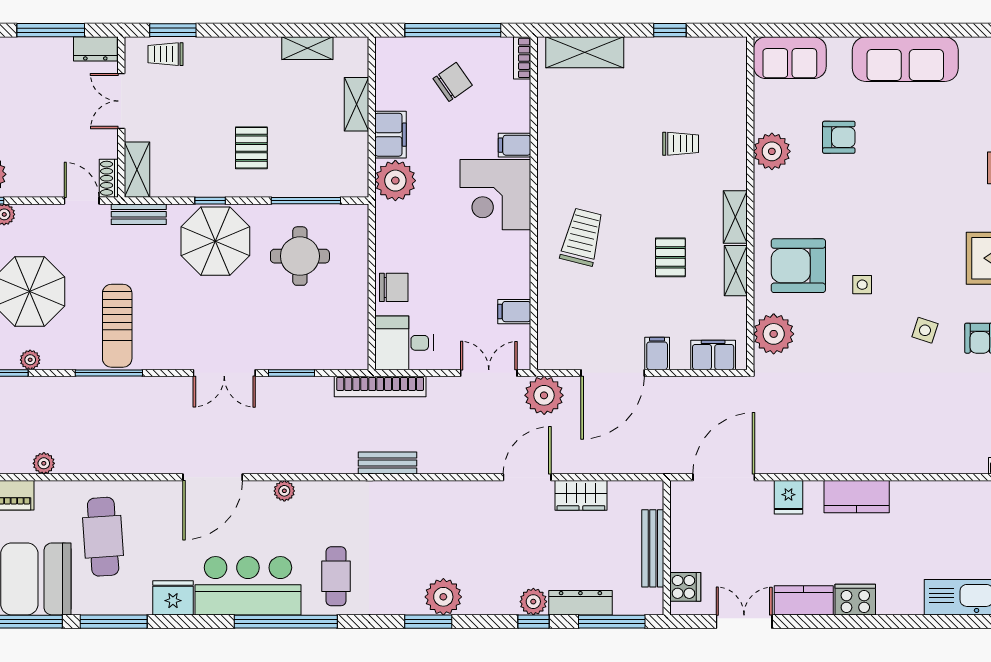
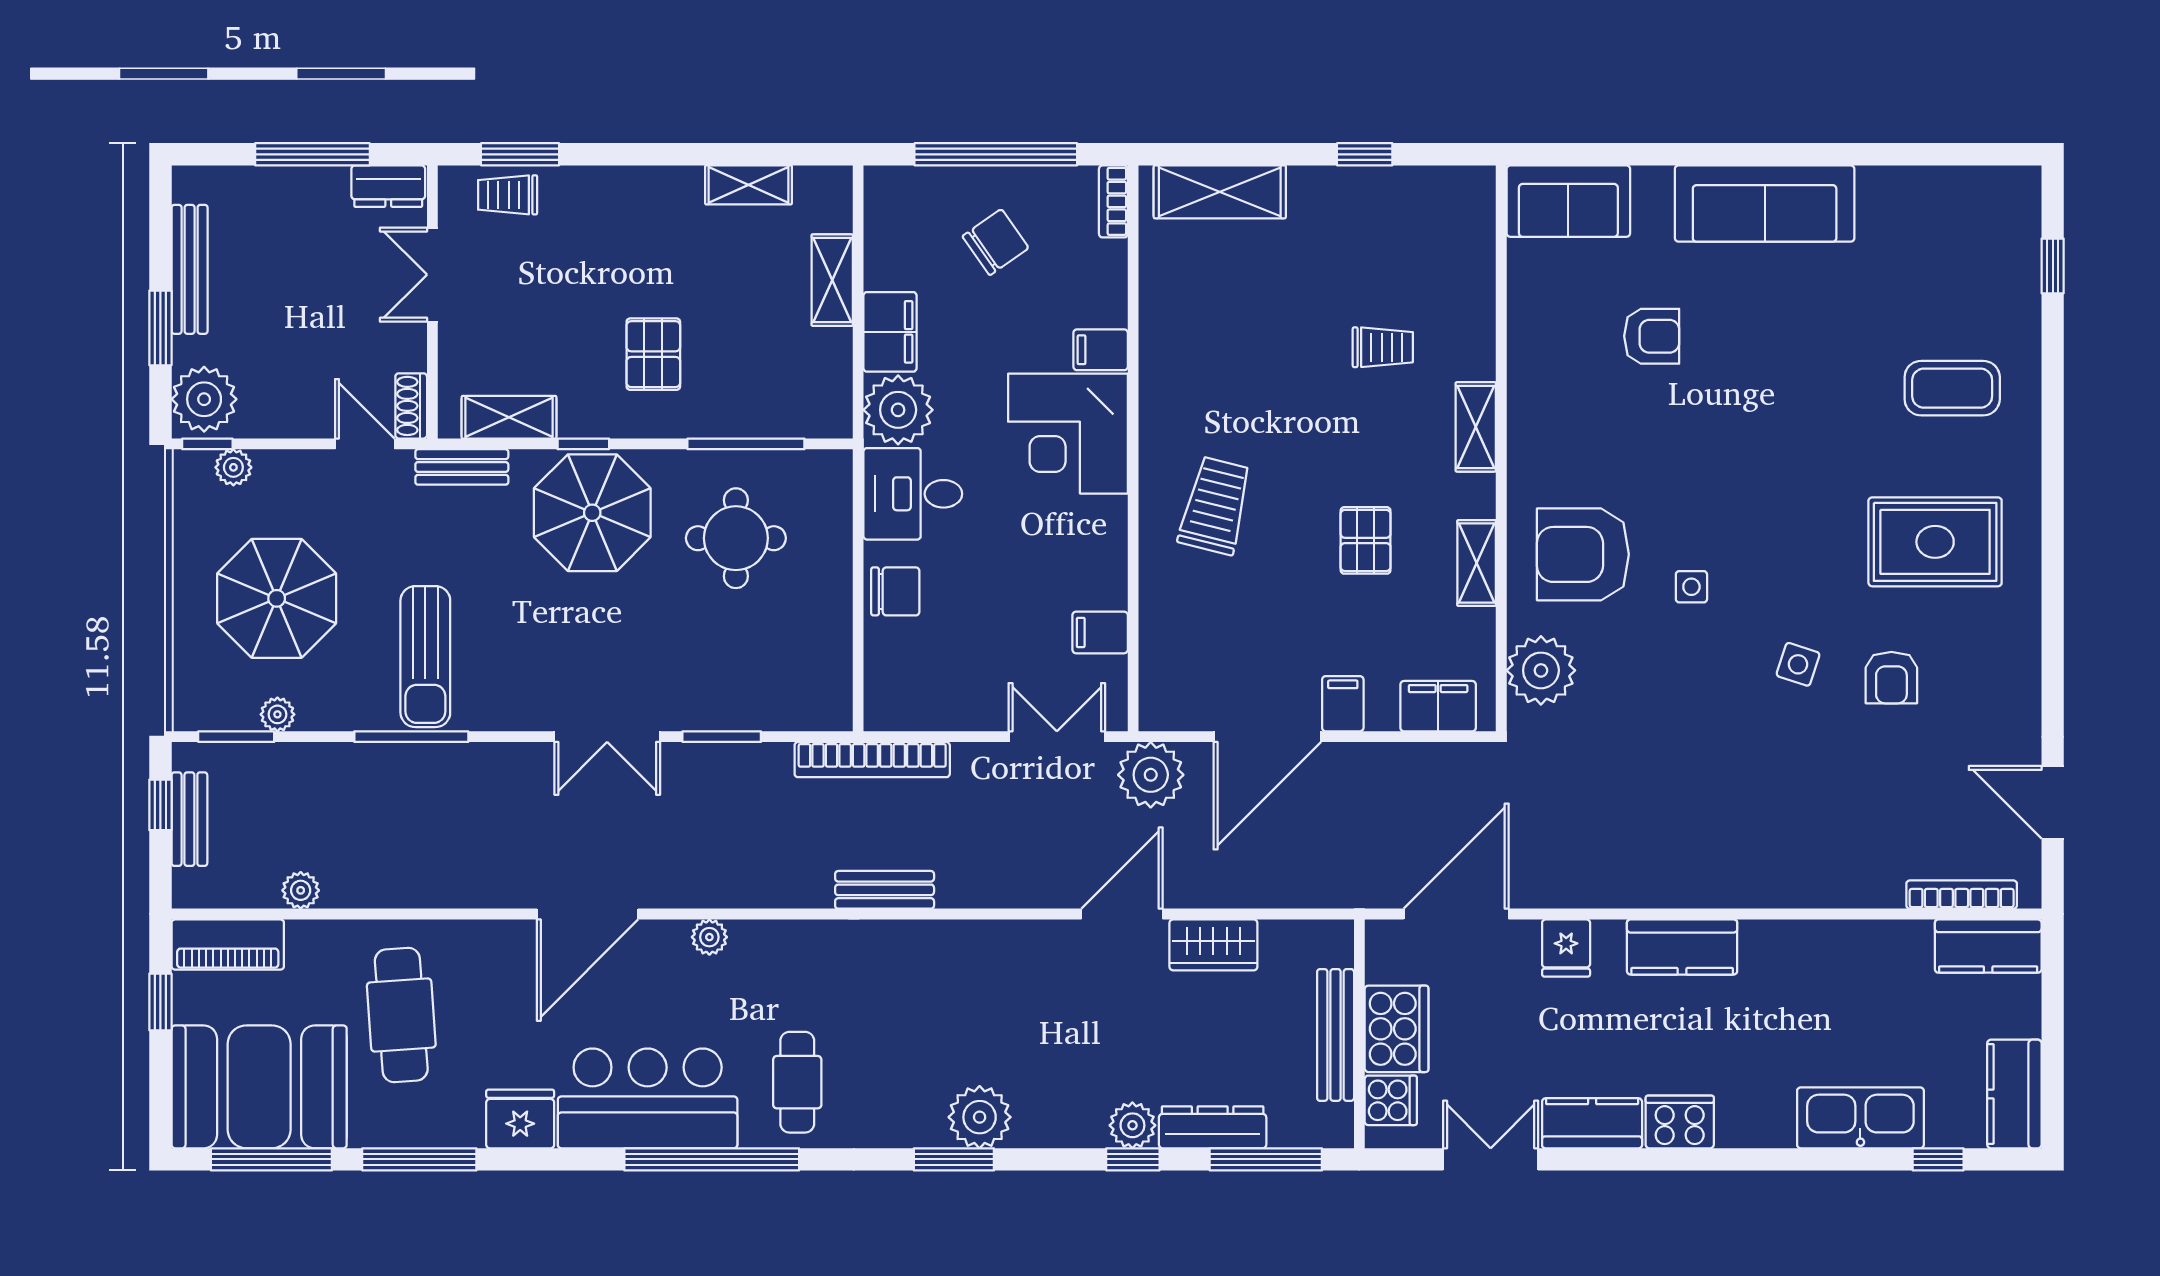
plant: (772, 151) -> (1538, 360), removed
shelving: (137, 170) -> (509, 417), moved, turned 90
shelving: (735, 217) -> (1476, 427), moved
desk: (404, 343) -> (913, 494), moved
cooker: (689, 545) -> (1397, 1029), added

